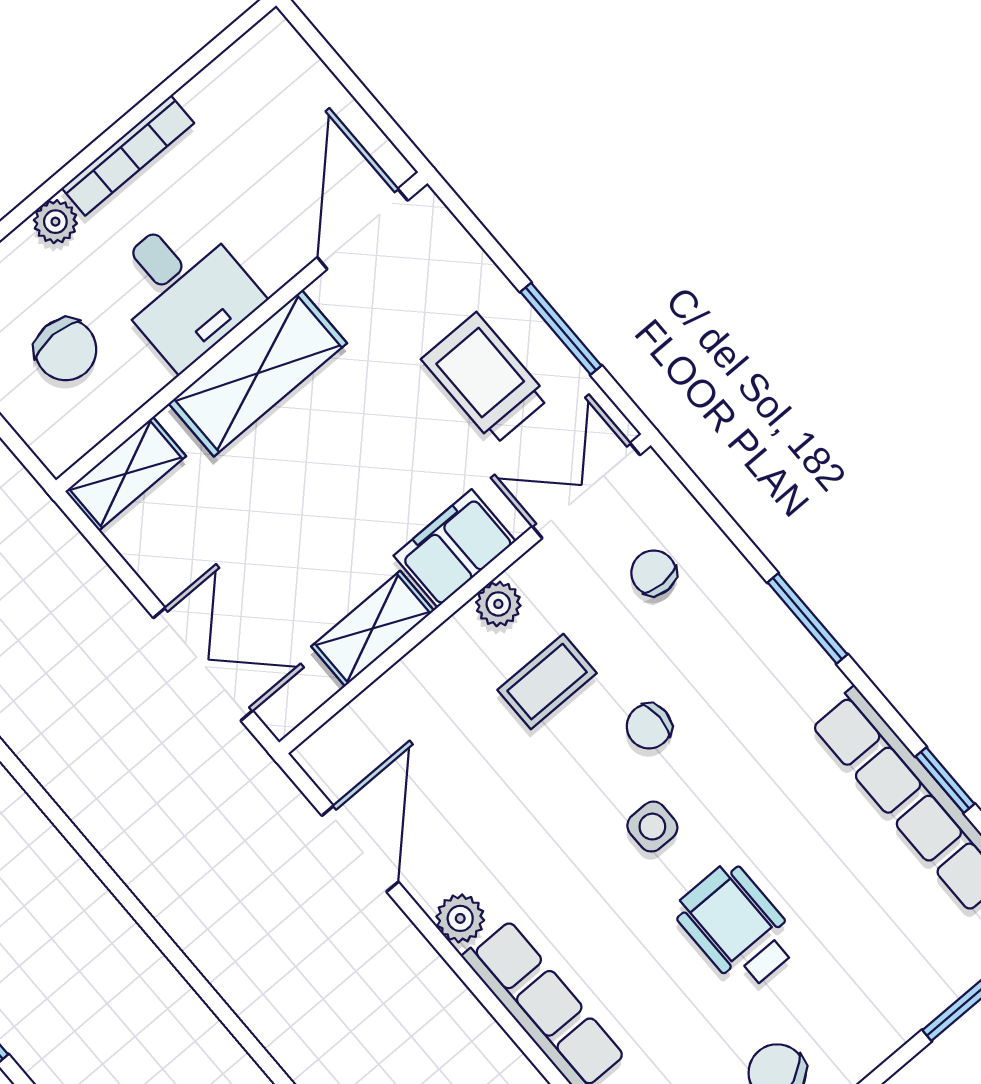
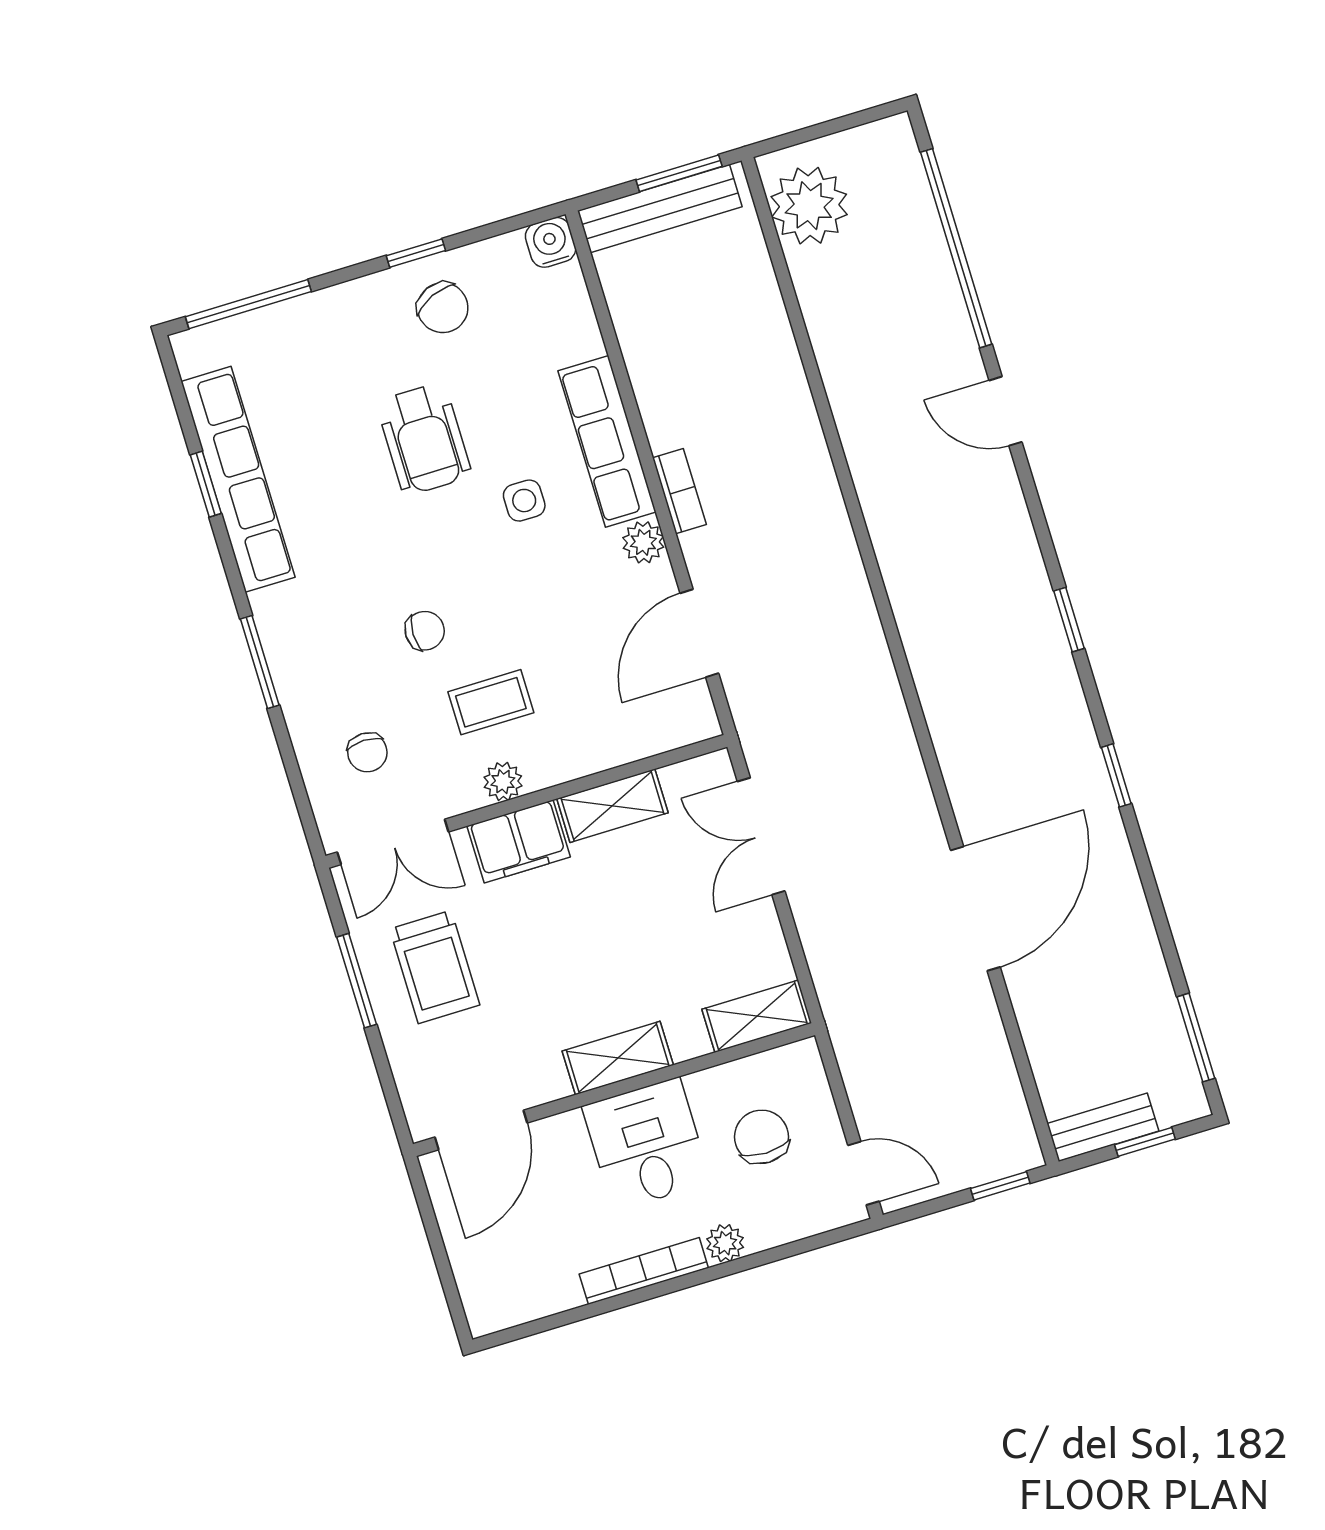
shelving: (258, 373) -> (618, 1058), width x0.67, depth x0.75
side table: (652, 827) -> (524, 501), moved
bookcase: (446, 988) -> (679, 491), added

